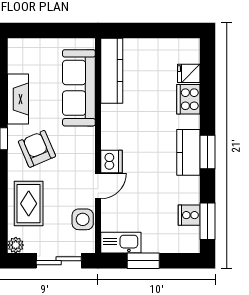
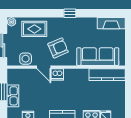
fireplace: (18, 99) -> (111, 23), moved
armchair: (37, 149) -> (58, 48), moved
kitchen sink: (121, 243) -> (13, 96), moved

